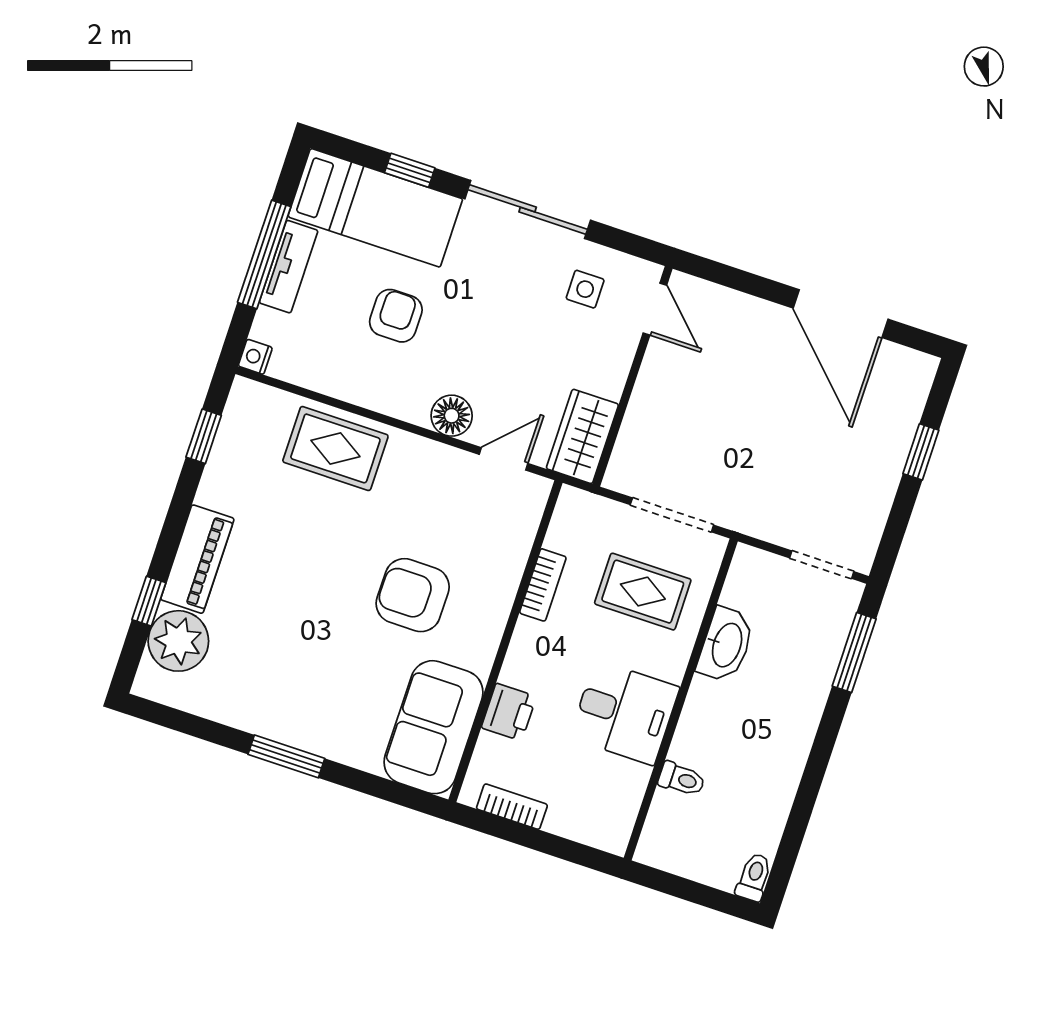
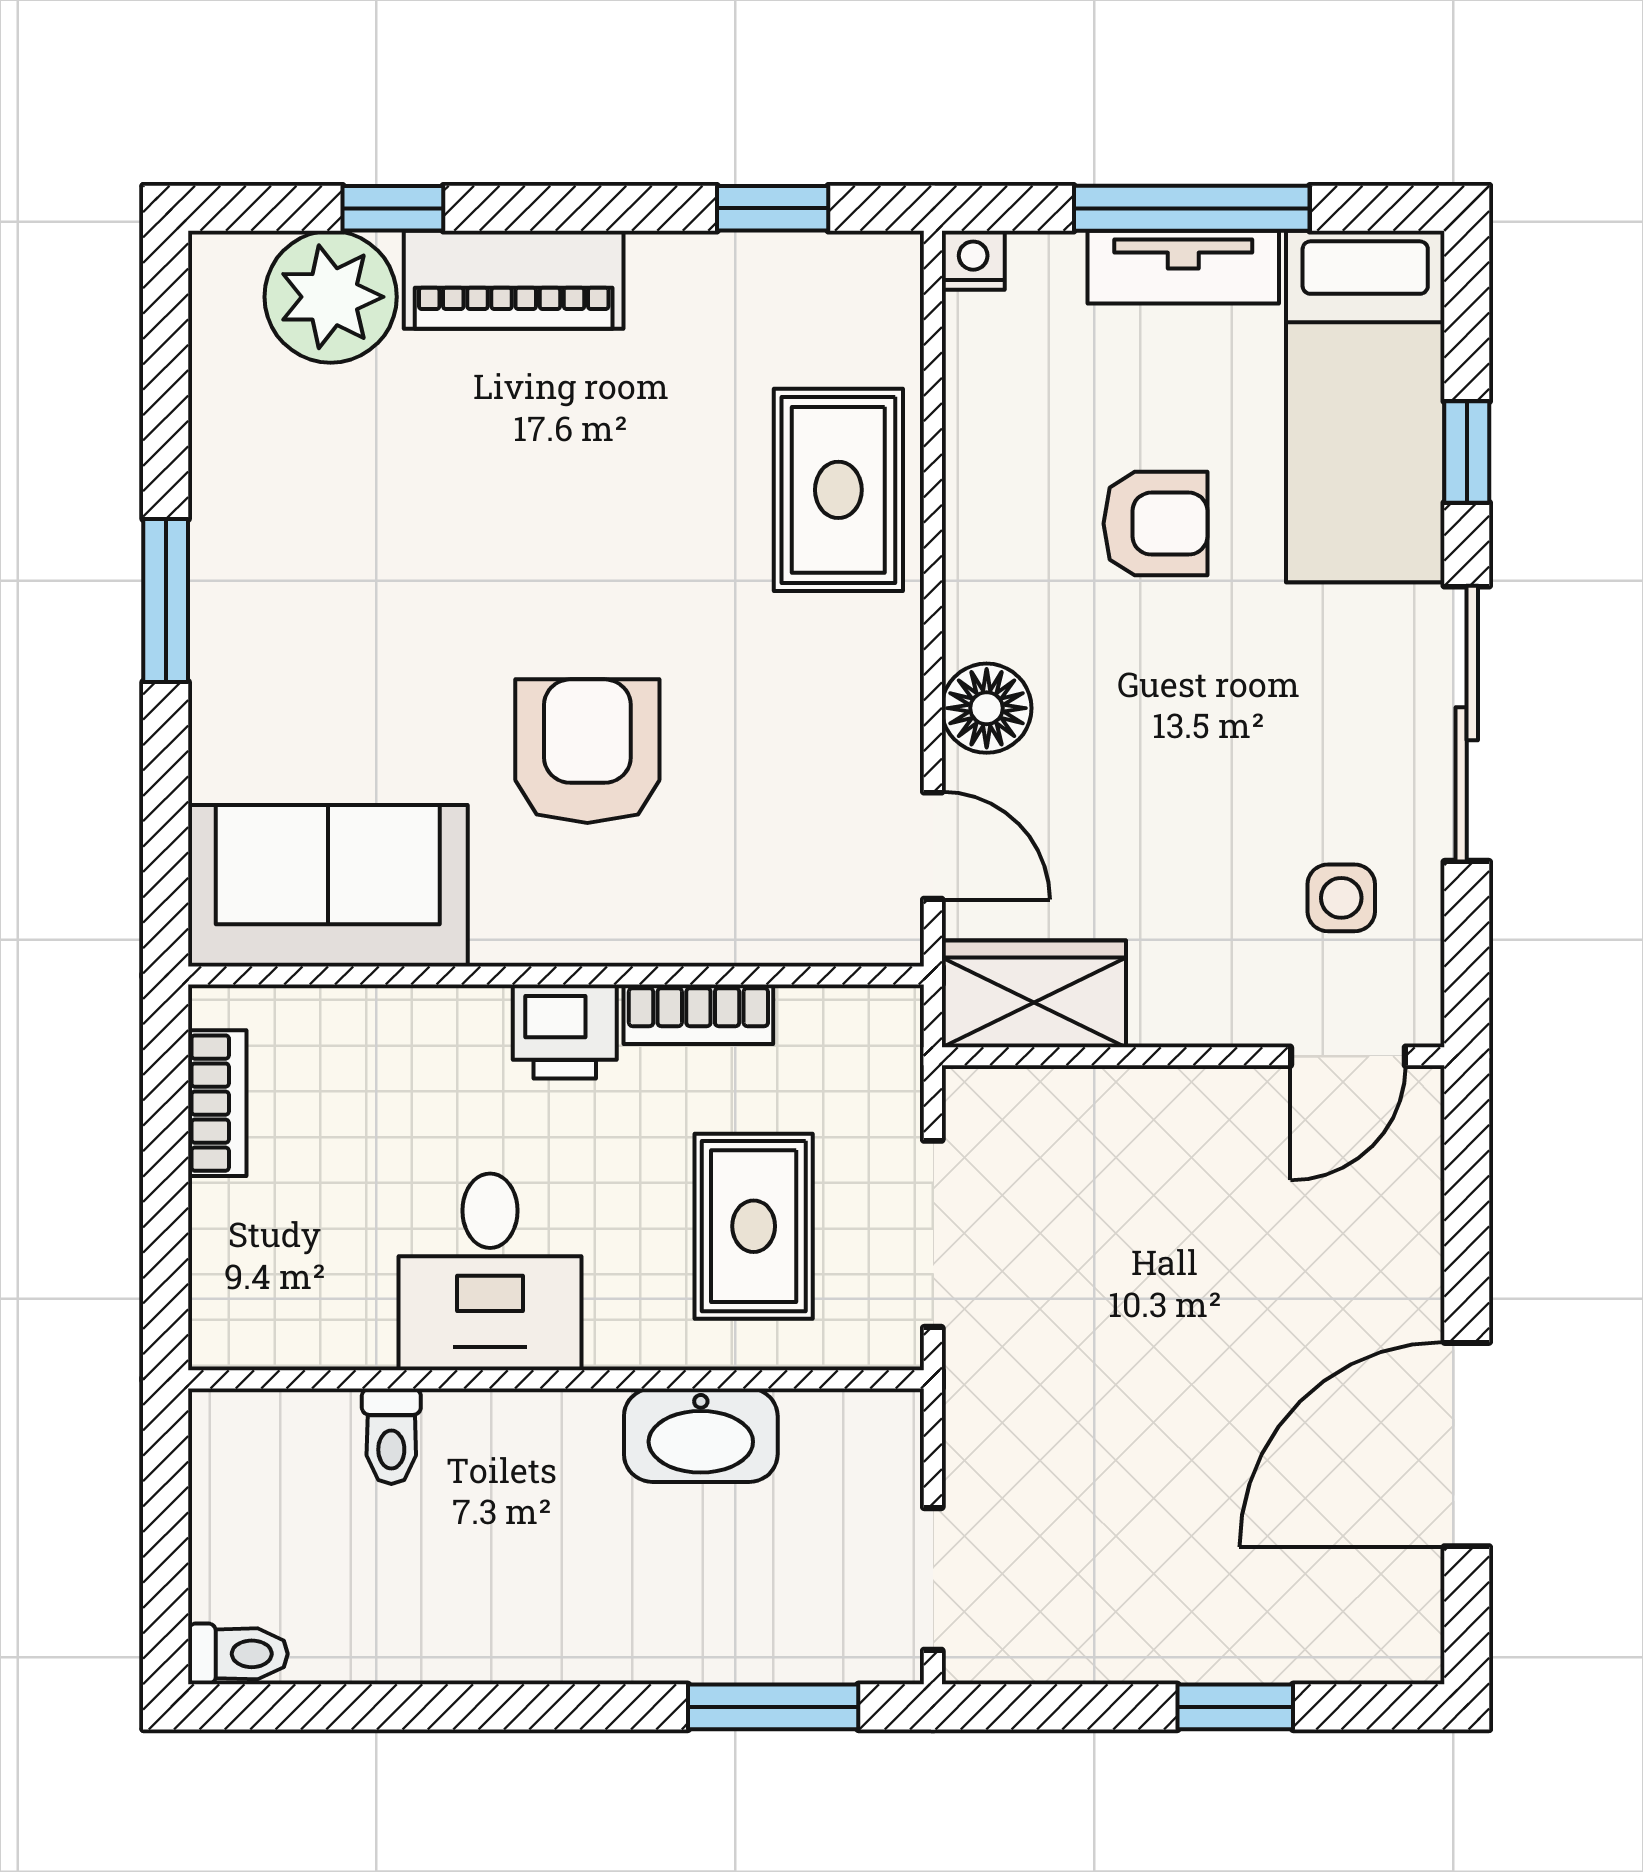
printer: (509, 712) -> (565, 1032), moved

